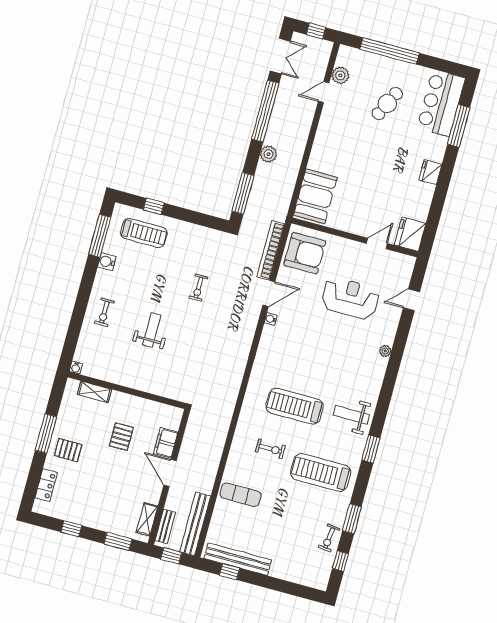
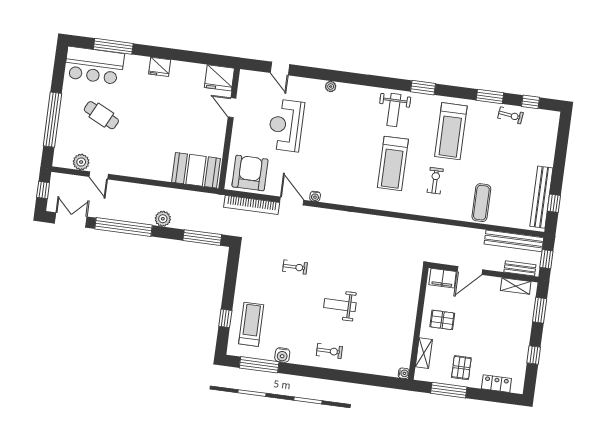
water cooler: (76, 368) -> (404, 373), moved
wall: (127, 390) -> (418, 323), moved
shelving: (94, 392) -> (424, 353), moved

